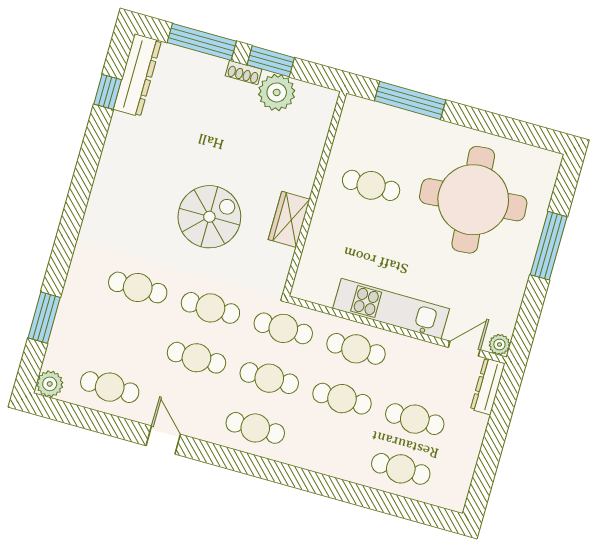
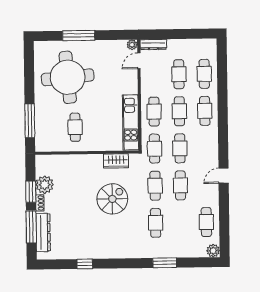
dresser: (137, 75) -> (43, 232), moved, turned 90
window: (108, 92) -> (85, 264), moved
spiral stairs: (209, 217) -> (112, 199), turned 90
wardrobe: (289, 219) -> (116, 161), moved
kitchen unit: (391, 309) -> (131, 122), moved
window: (44, 318) -> (165, 263), moved
door: (464, 349) -> (139, 61), hinge flipped
cafe table: (255, 428) -> (205, 111), moved
door: (163, 440) -> (224, 176), moved

